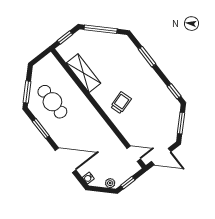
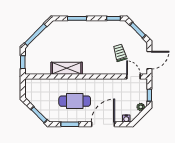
shelving: (83, 73) -> (67, 68), moved
cafe table: (52, 102) -> (75, 101), moved
trolley: (121, 103) -> (120, 53), moved
door: (134, 154) -> (134, 77), hinge flipped

